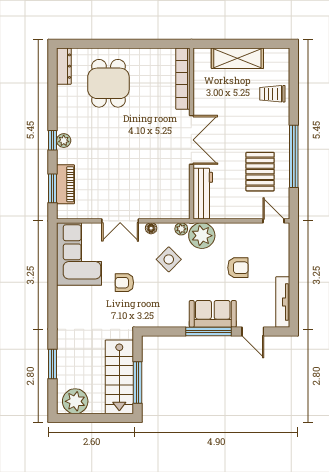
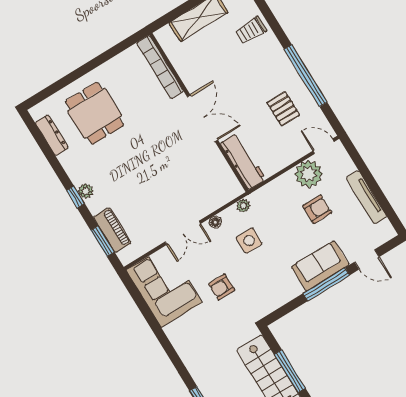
dresser: (64, 66) -> (52, 135), moved
pallet: (260, 172) -> (283, 109), width x0.67, depth x0.71
plant: (202, 236) -> (309, 174), moved
side table: (169, 259) -> (249, 241), turned 45
tv unit: (283, 302) -> (366, 197), moved

